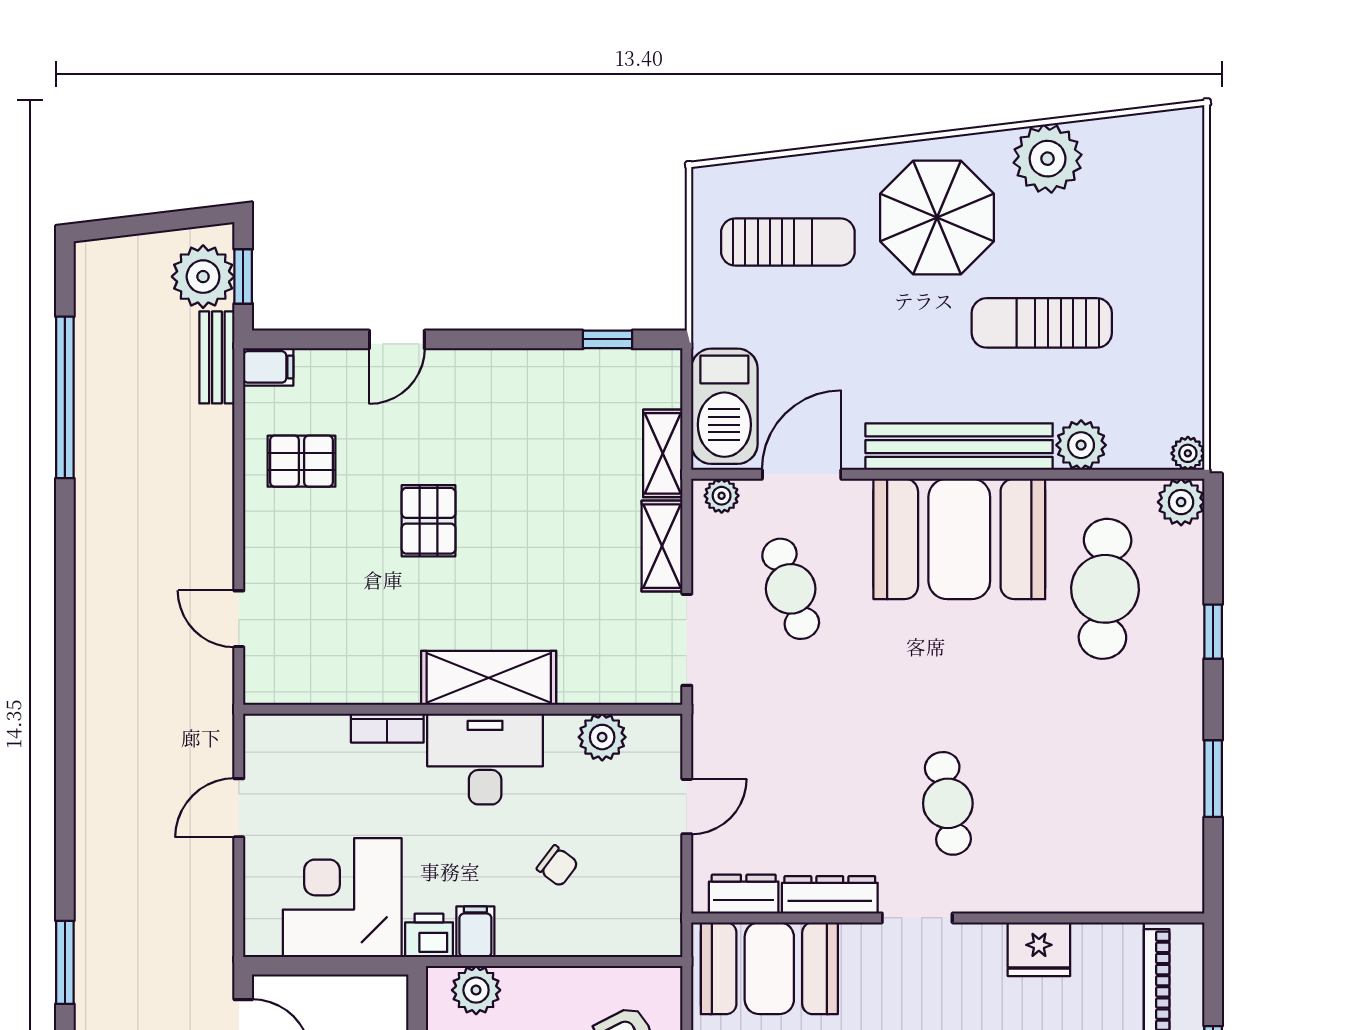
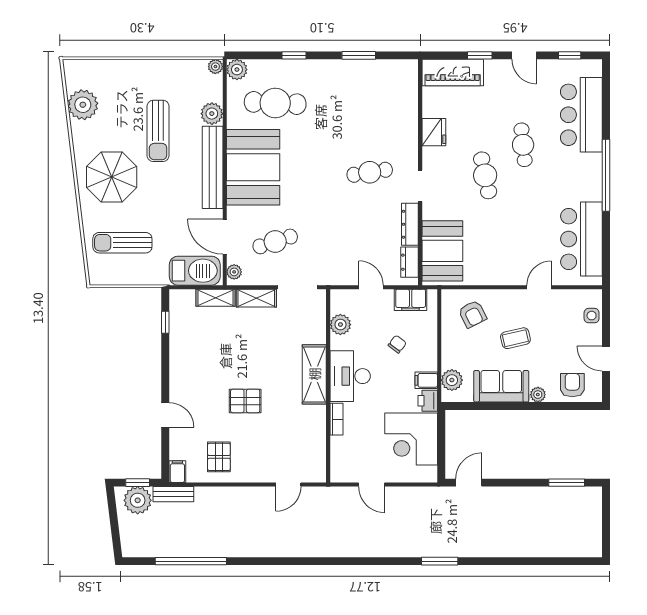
plant: (1048, 159) -> (83, 105), moved
sun lounger: (788, 242) -> (122, 243), turned -90
filing cabinet: (658, 896) -> (411, 300), added

